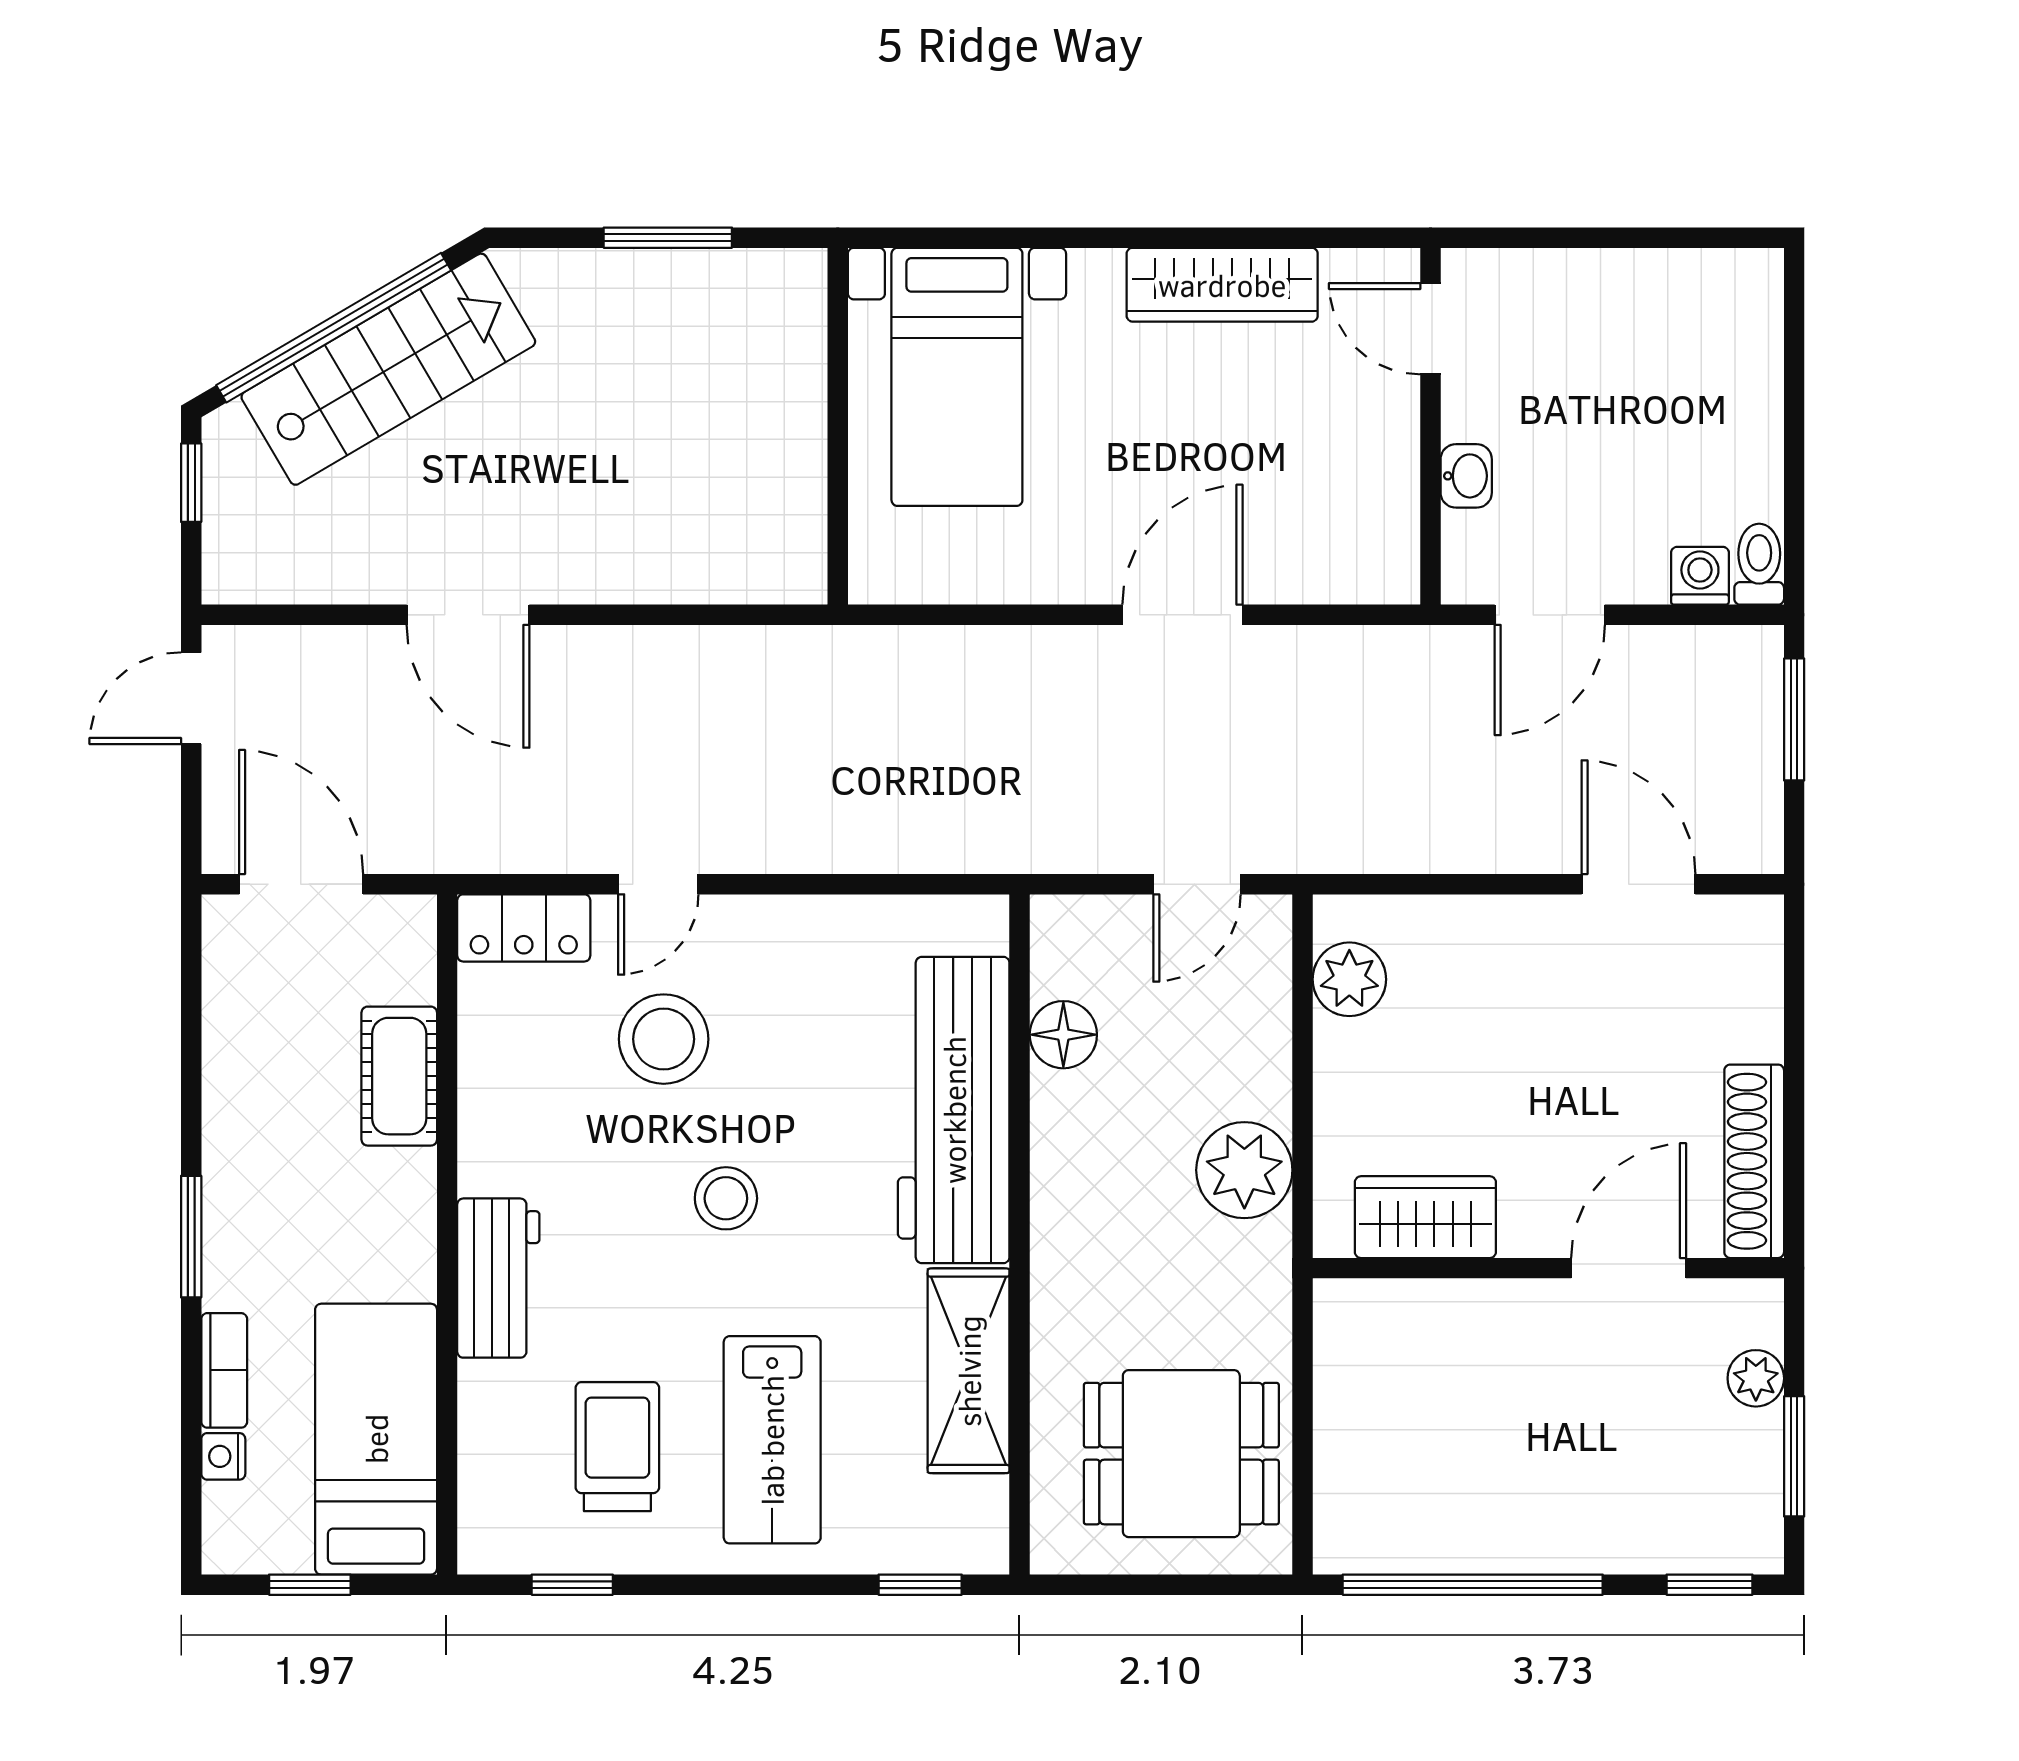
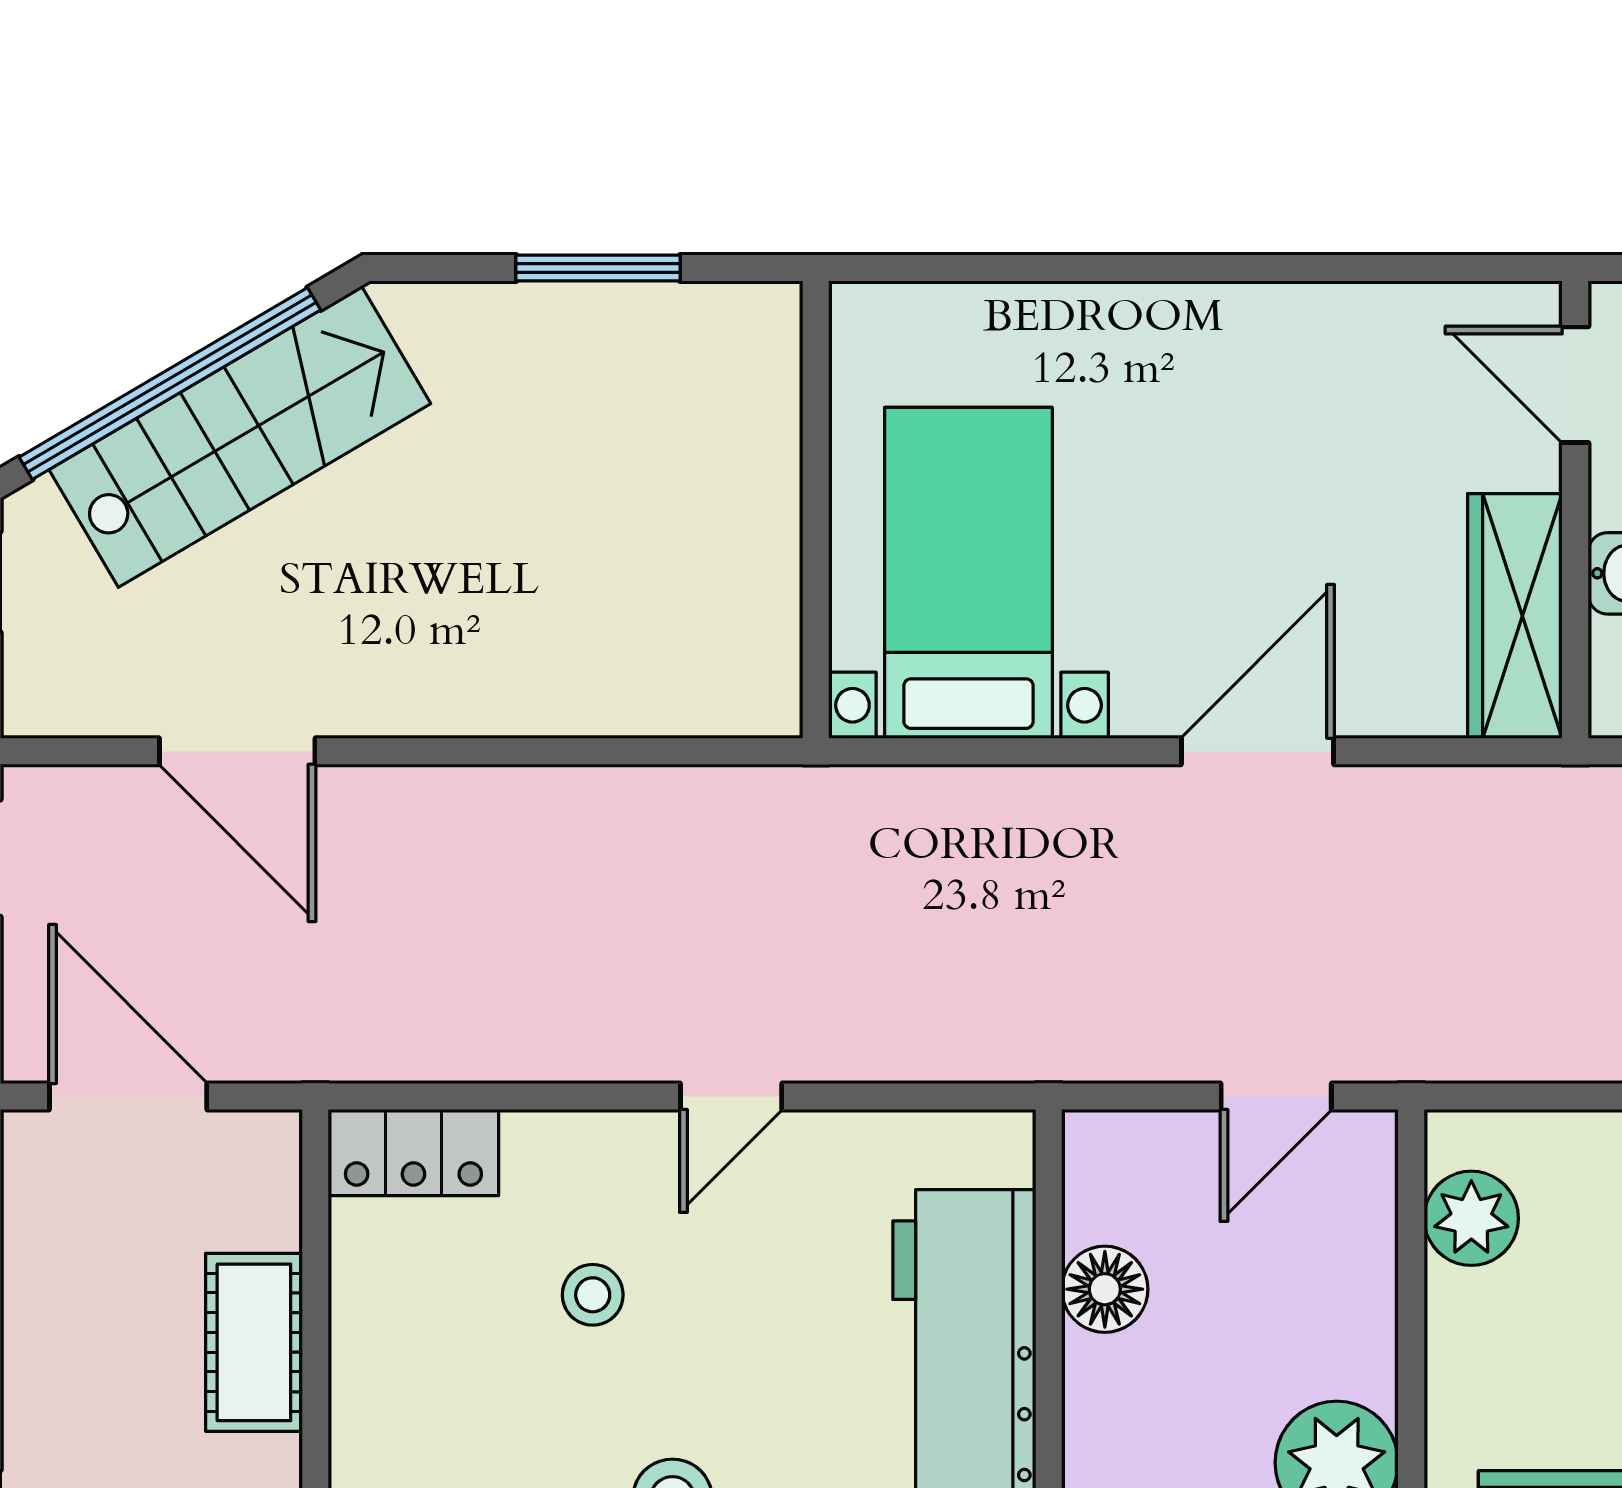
wardrobe: (1222, 285) -> (1515, 616), moved, turned 90
bed with nightstands: (957, 377) -> (968, 573), moved, turned 180
door: (468, 615) -> (237, 751), moved
door: (658, 884) -> (731, 1096), moved
stool: (664, 1039) -> (593, 1295), width x0.53, depth x0.53

